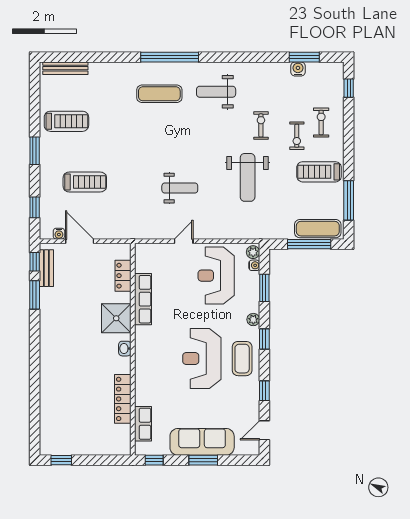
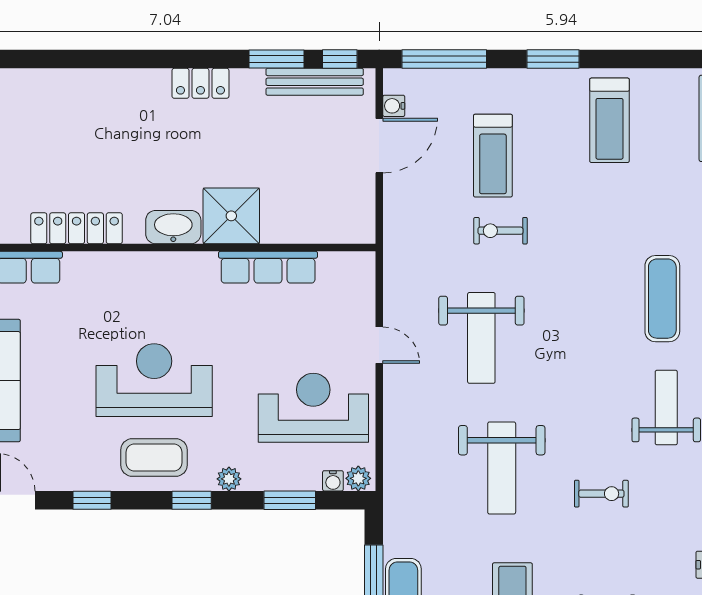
exercise bike: (297, 136) -> (500, 231), moved
weight bench: (248, 177) -> (502, 468), turned -90
weight bench: (180, 188) -> (481, 338), width x1.36, depth x1.33
window: (35, 207) -> (444, 59), width x2.17
bench: (46, 268) -> (315, 82), width x1.36
locker: (123, 276) -> (200, 83), moved, turned 180
washbasin: (125, 349) -> (173, 227), width x1.91, depth x1.45

